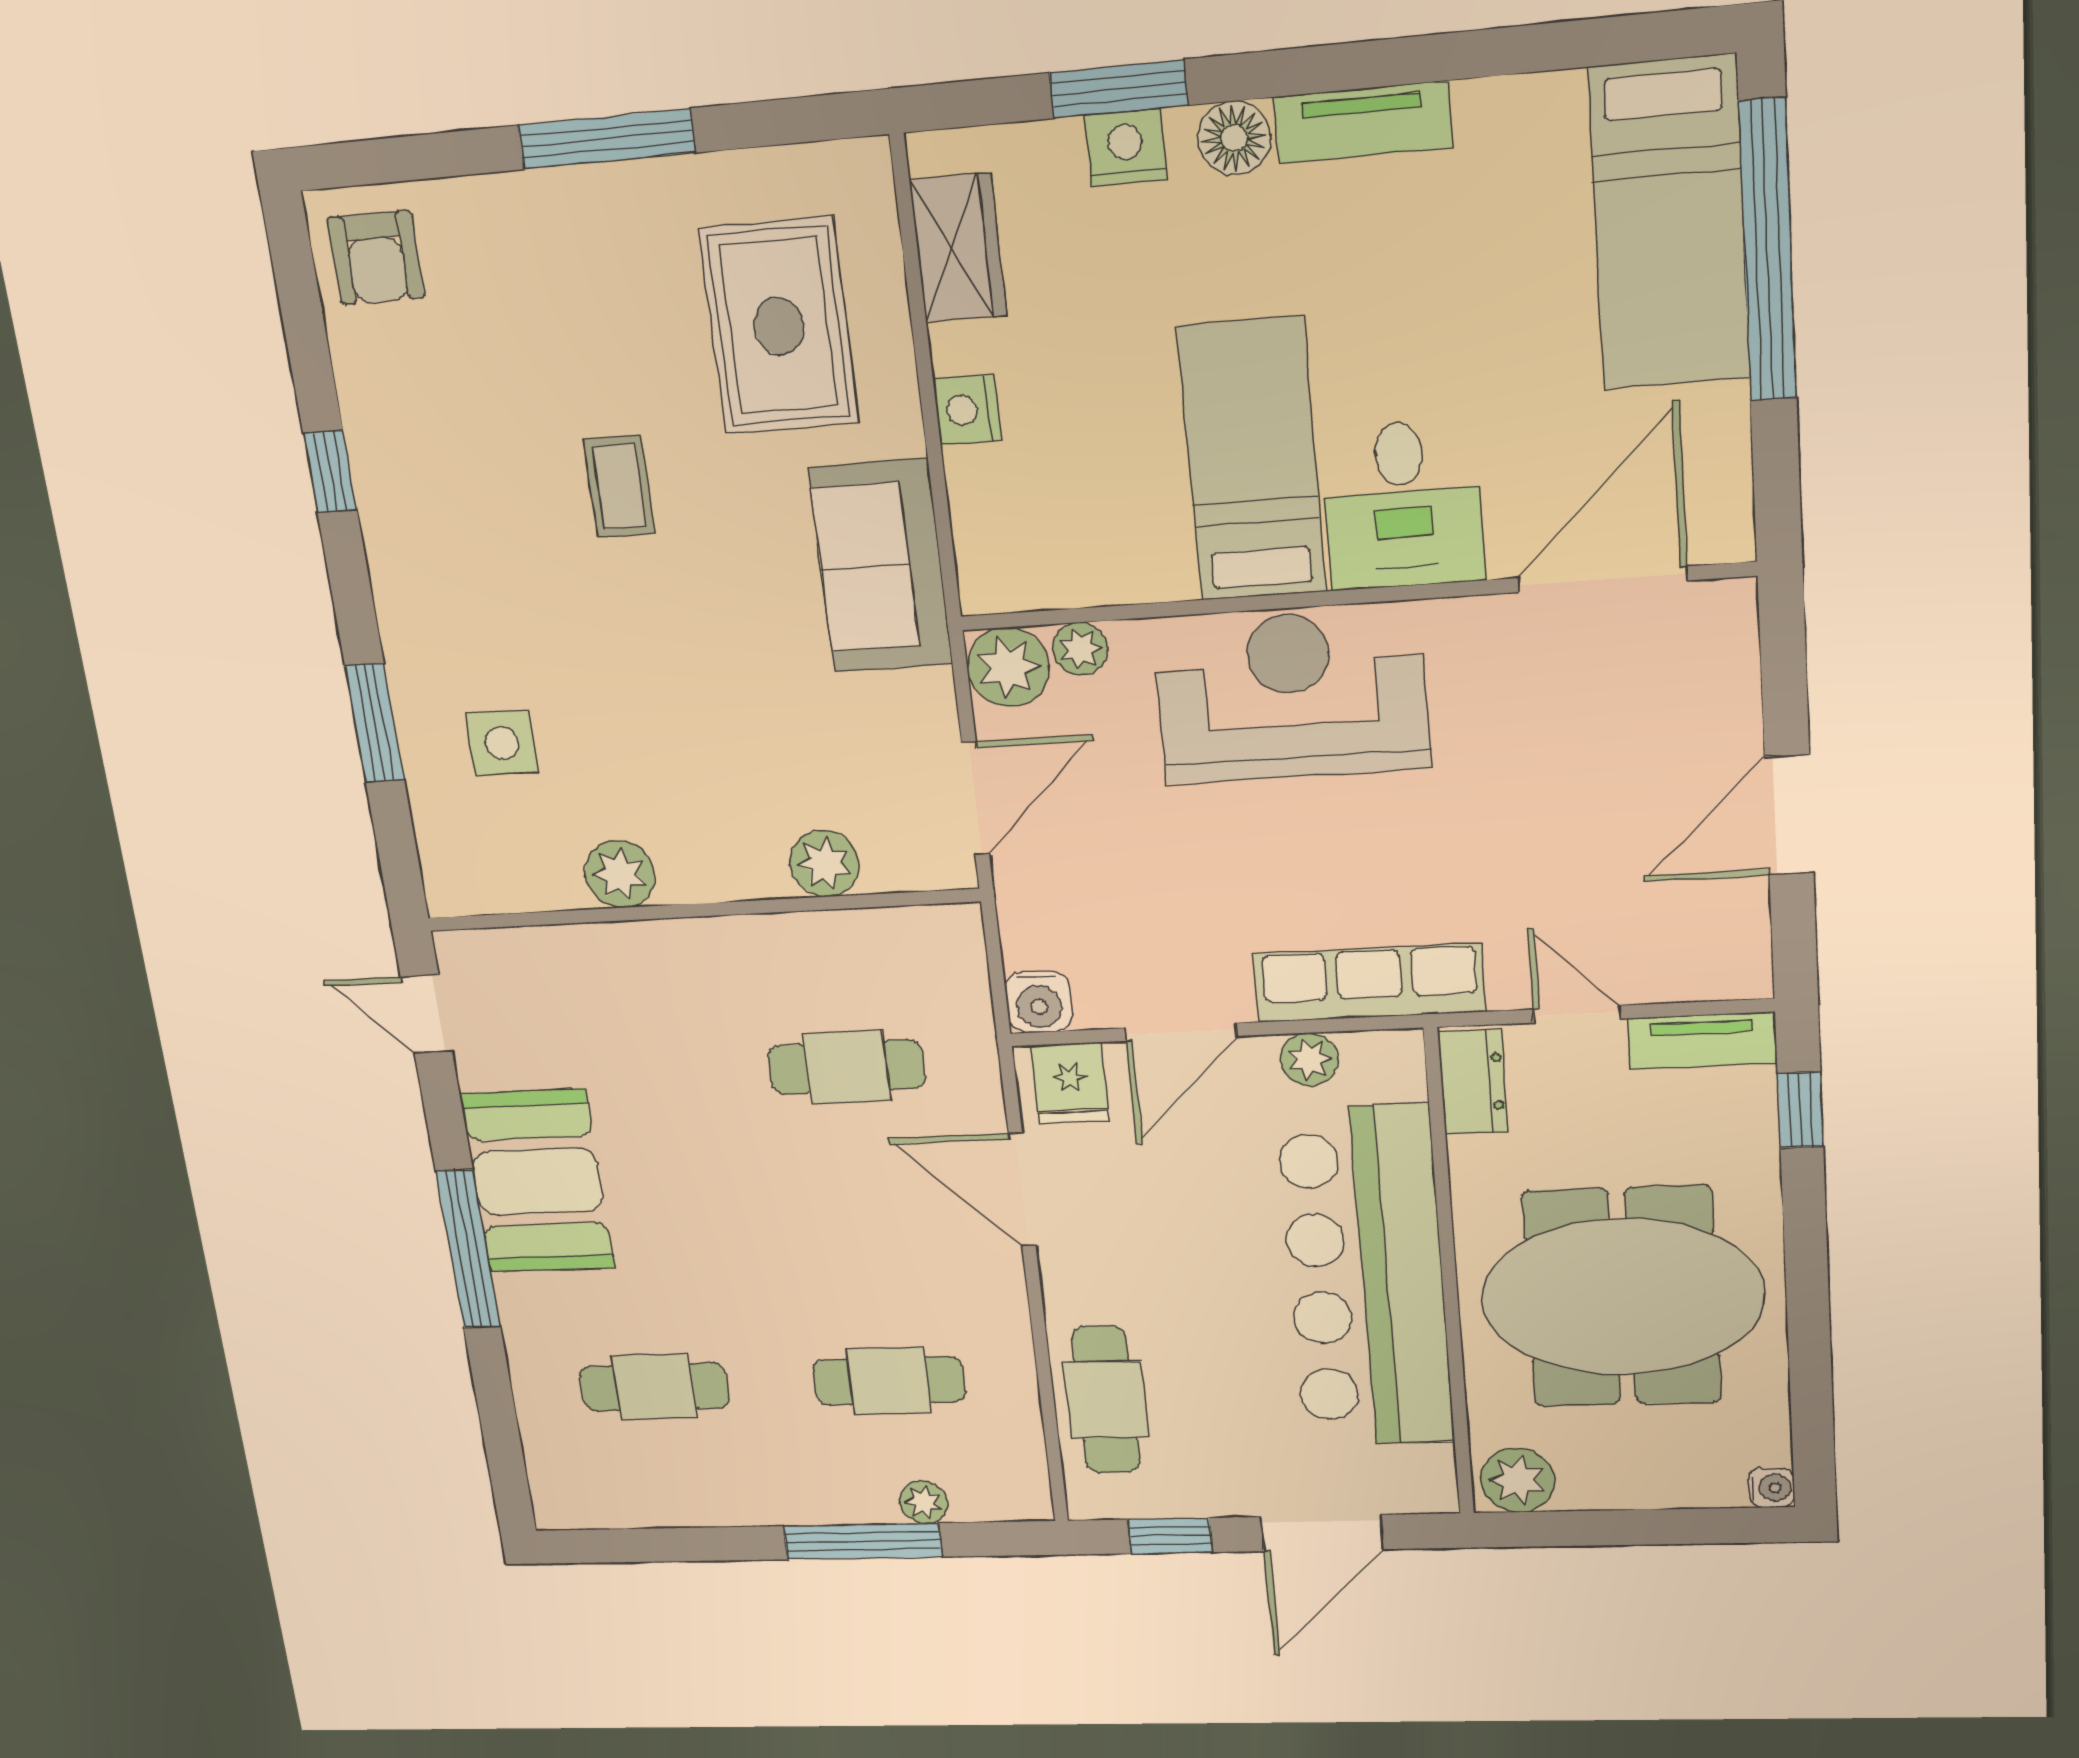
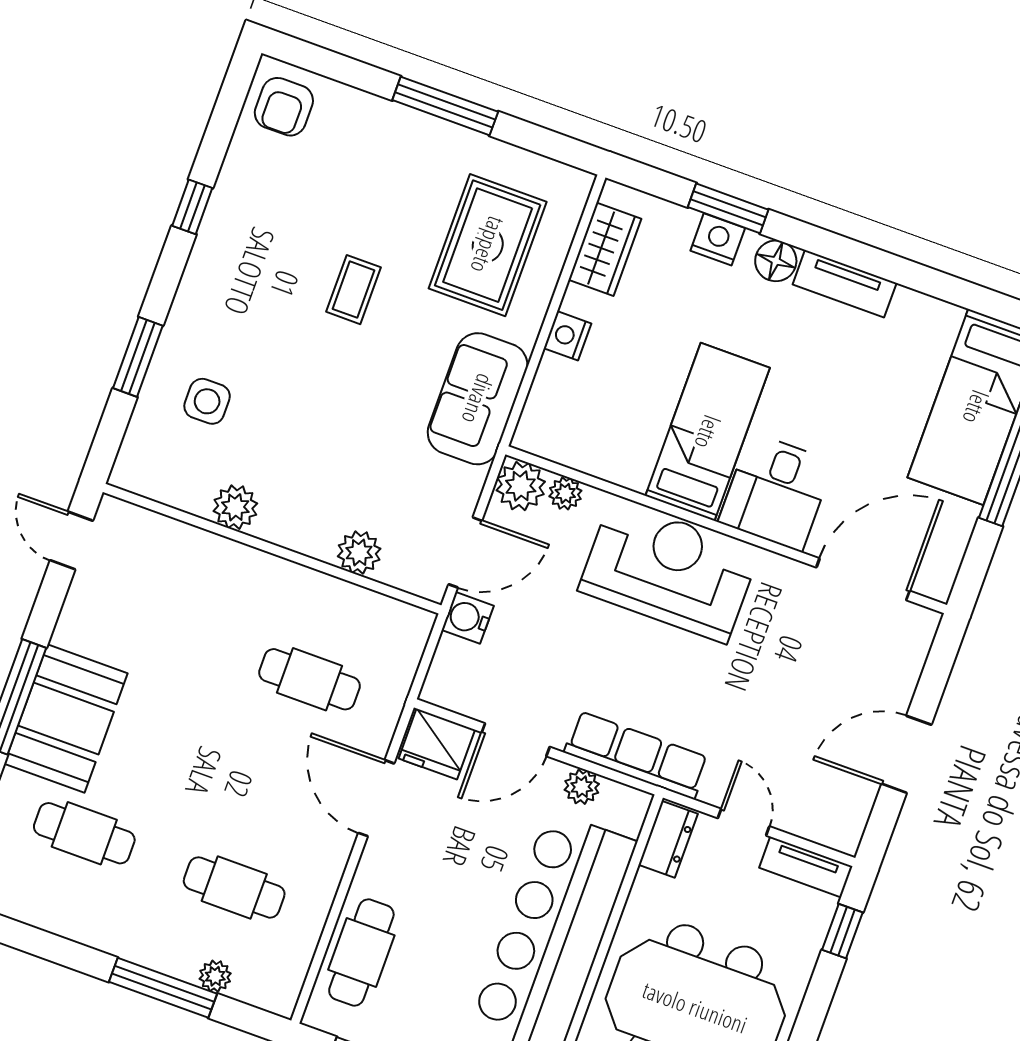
water cooler: (1039, 1002) -> (468, 618), moved, turned 90
fridge: (1070, 1083) -> (437, 744), width x1.38
booth: (538, 1181) -> (66, 719), moved

